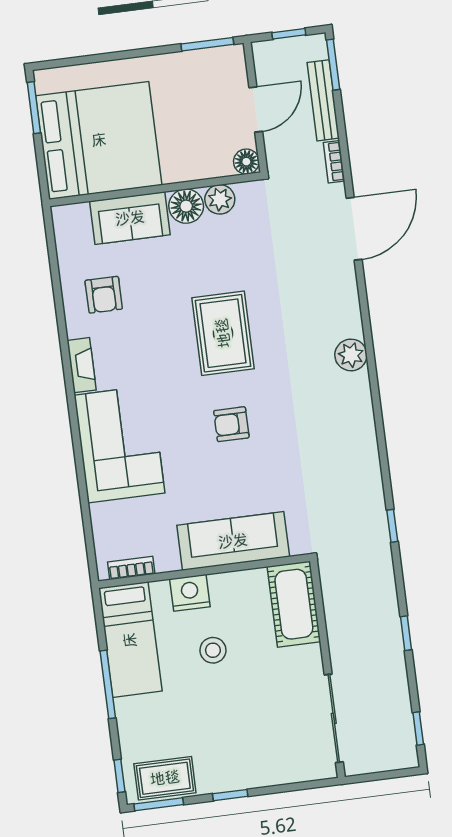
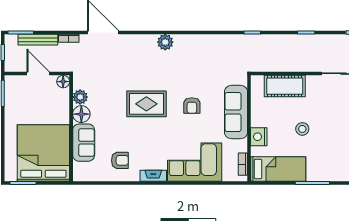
sofa: (233, 541) -> (236, 112), moved
bookcase: (131, 568) -> (243, 164), moved
wall: (204, 571) -> (249, 128), moved
nightstand: (190, 593) -> (259, 137), moved
bed: (130, 640) -> (278, 169), moved

